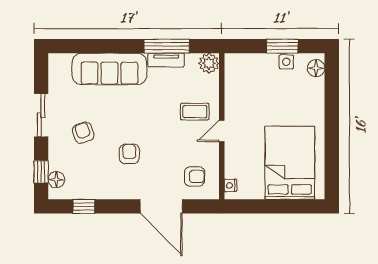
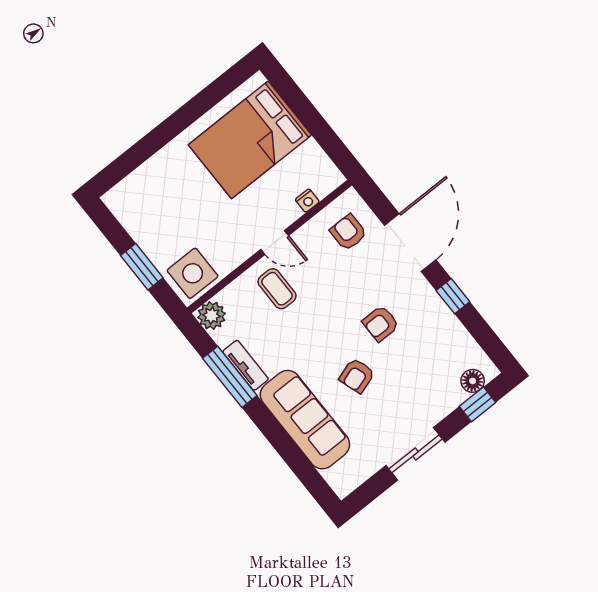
window: (282, 46) -> (142, 267), moved
side table: (286, 62) -> (193, 273), moved, width x1.87, depth x1.87
floor lamp: (316, 68) -> (123, 194), removed
armchair: (83, 133) -> (357, 376), moved
nightstand: (230, 185) -> (307, 201), moved
window: (84, 206) -> (453, 296), moved

